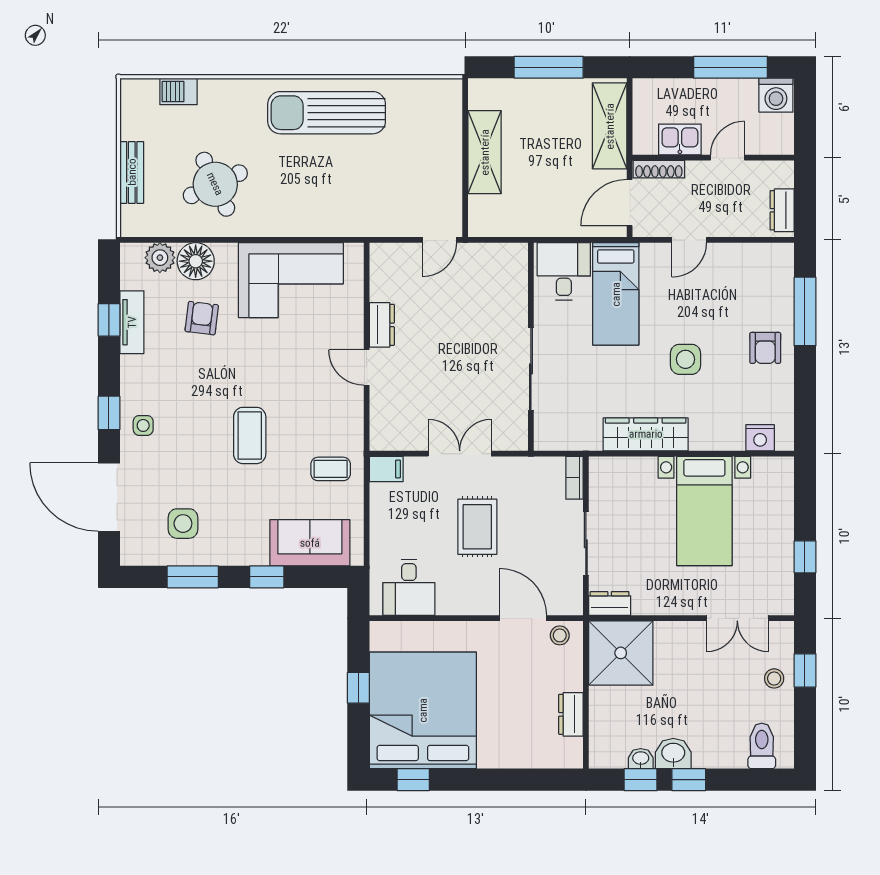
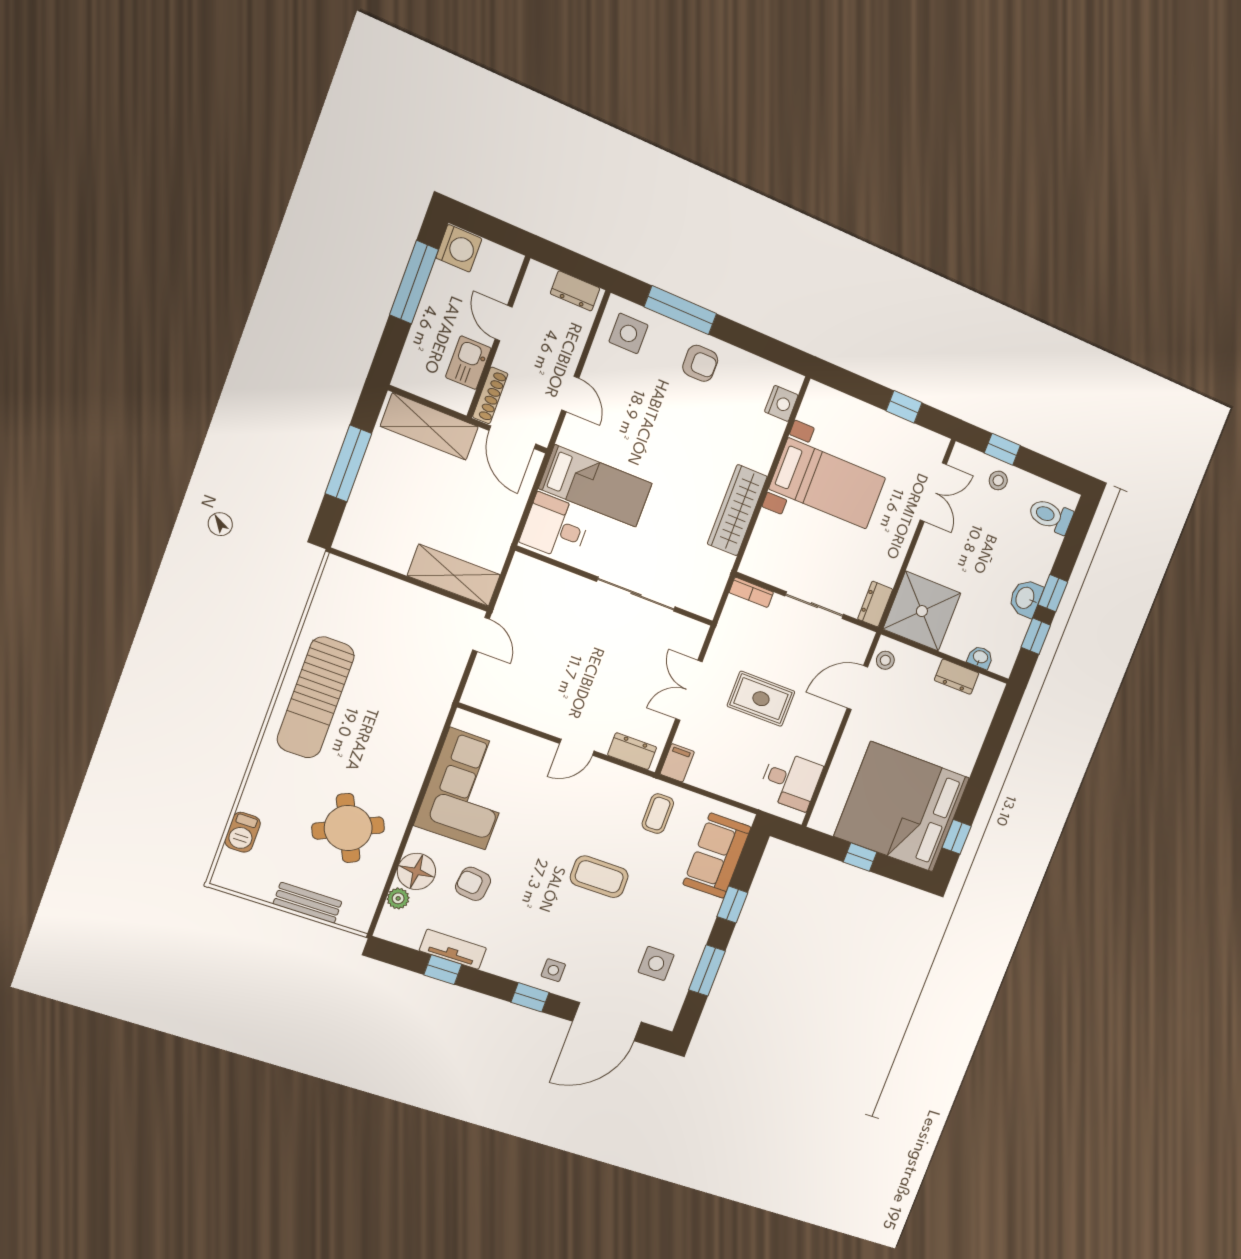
shelving: (485, 152) -> (454, 575), moved
plant: (160, 258) -> (398, 898), width x0.73, depth x0.73
dresser: (382, 325) -> (632, 751), moved
side table: (686, 359) -> (628, 333), moved
washbasin: (641, 759) -> (980, 657), moved, turned 90

